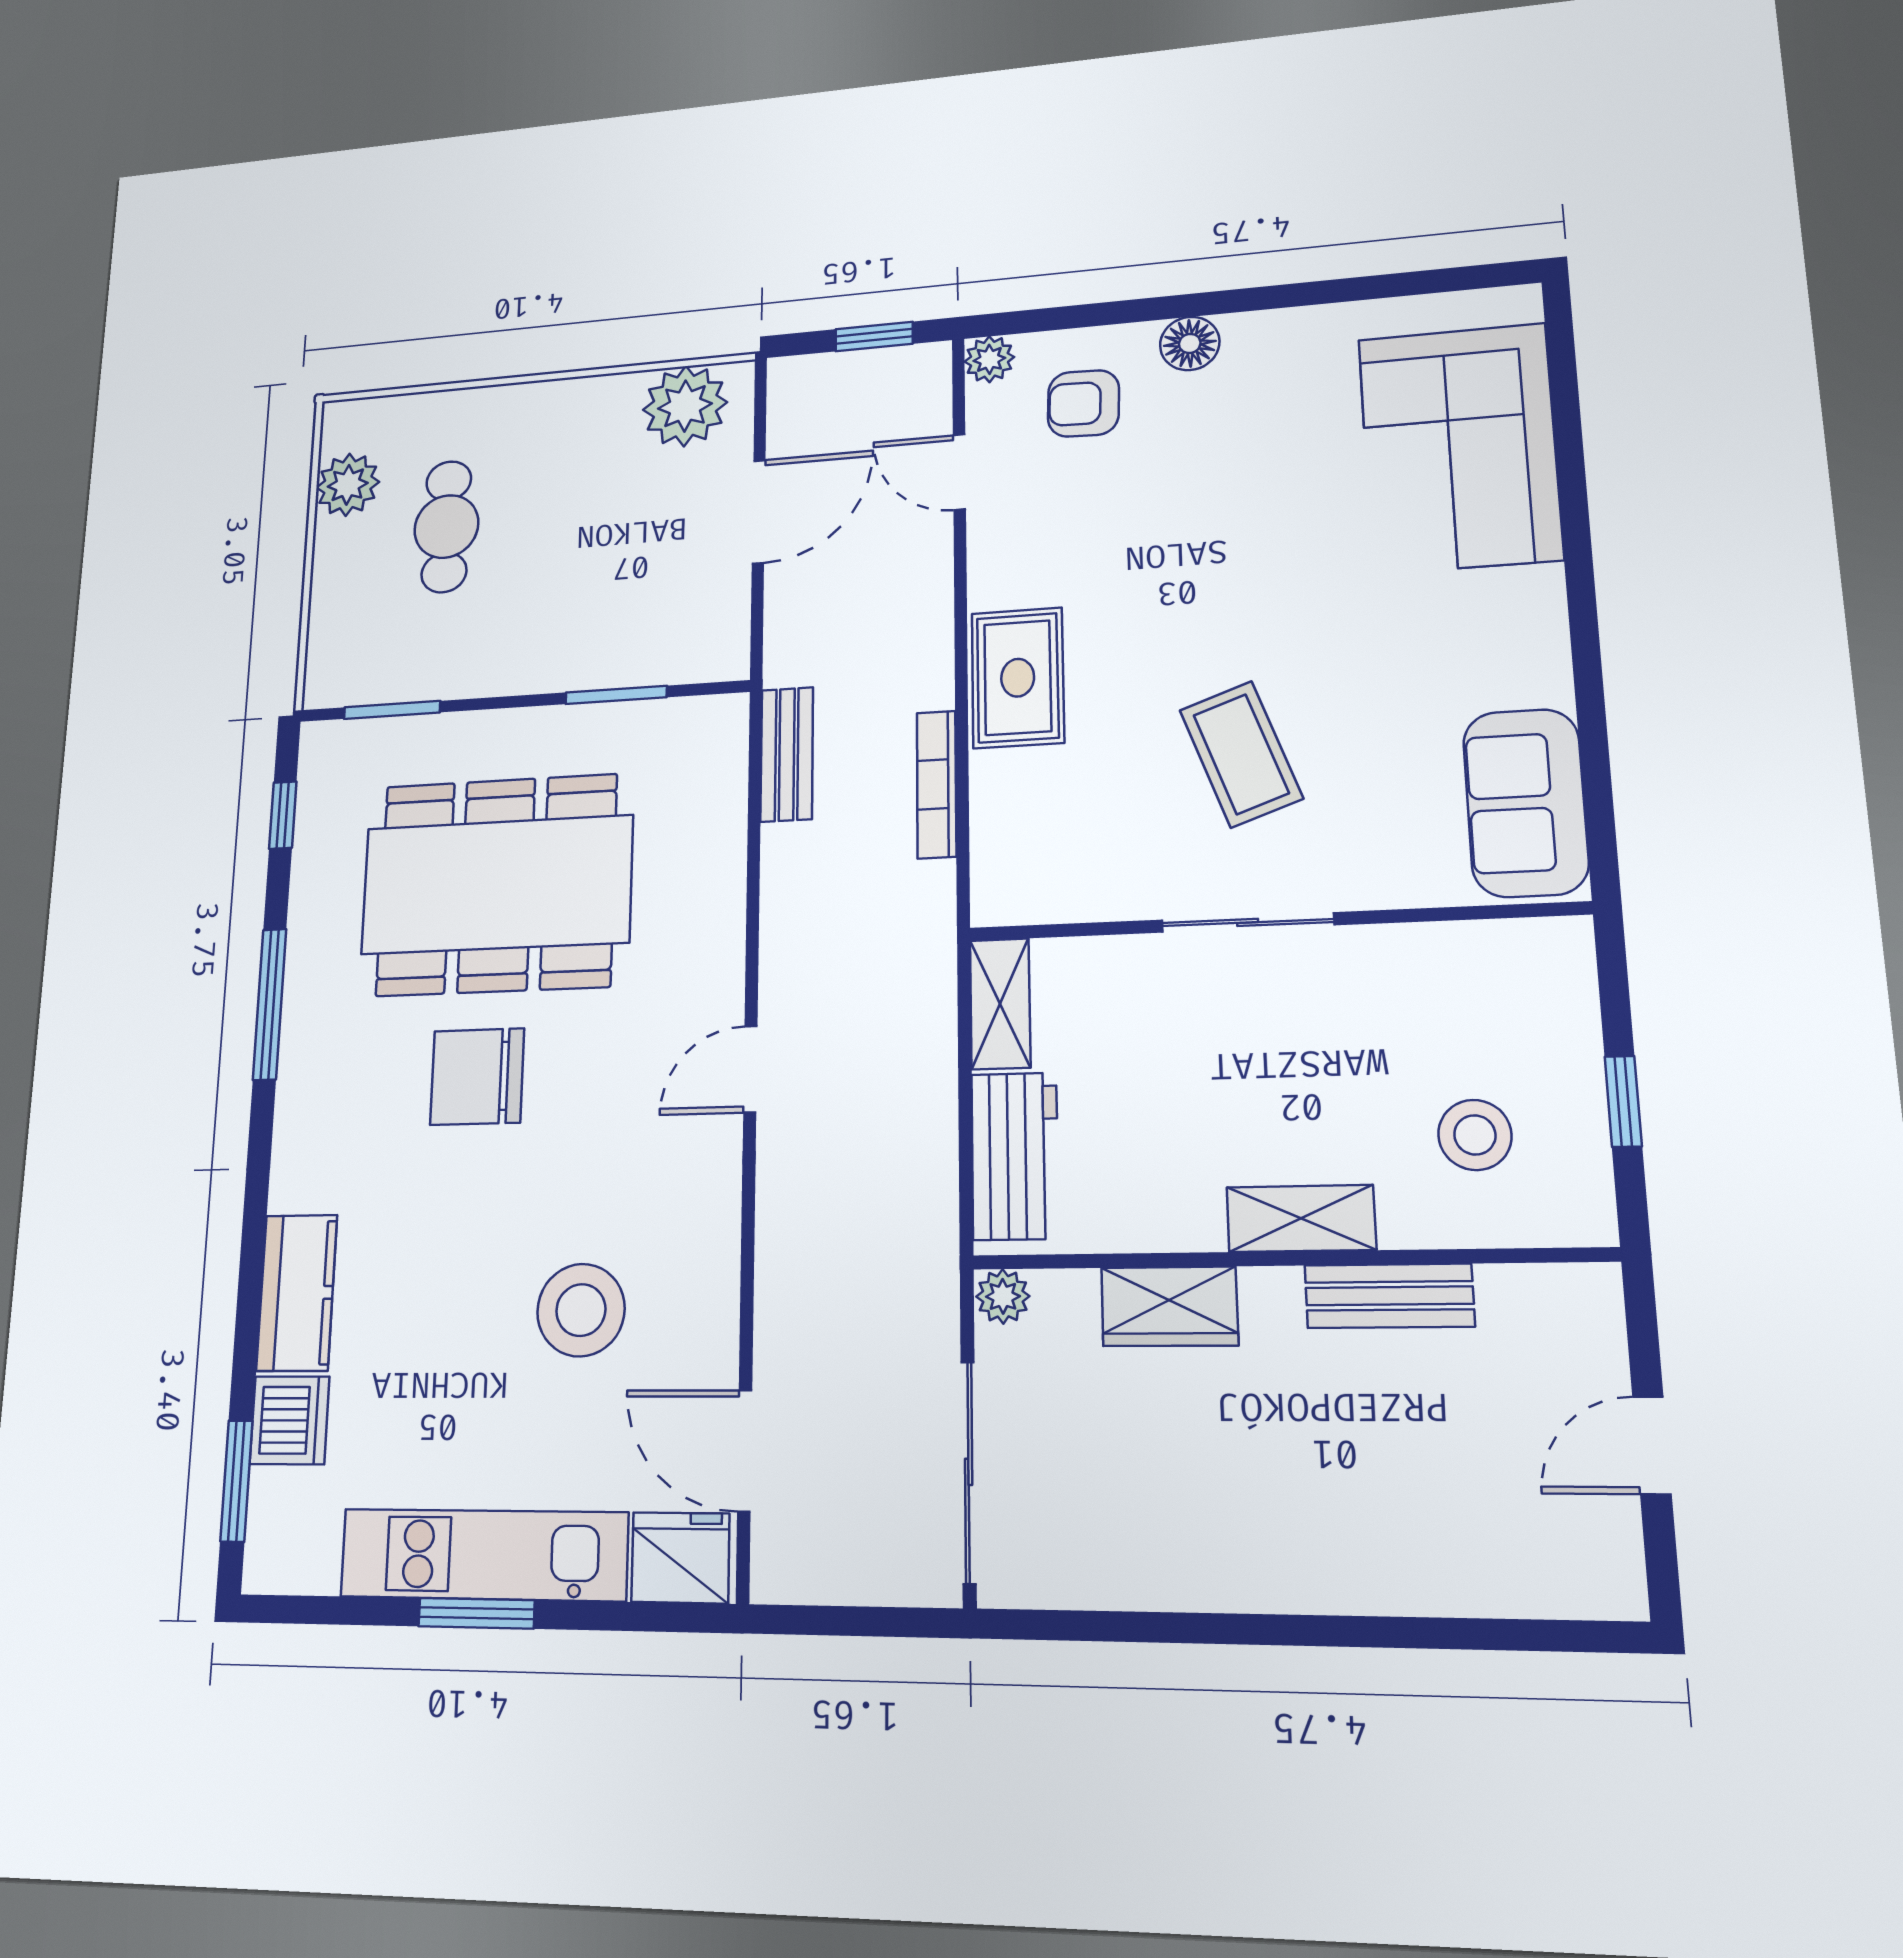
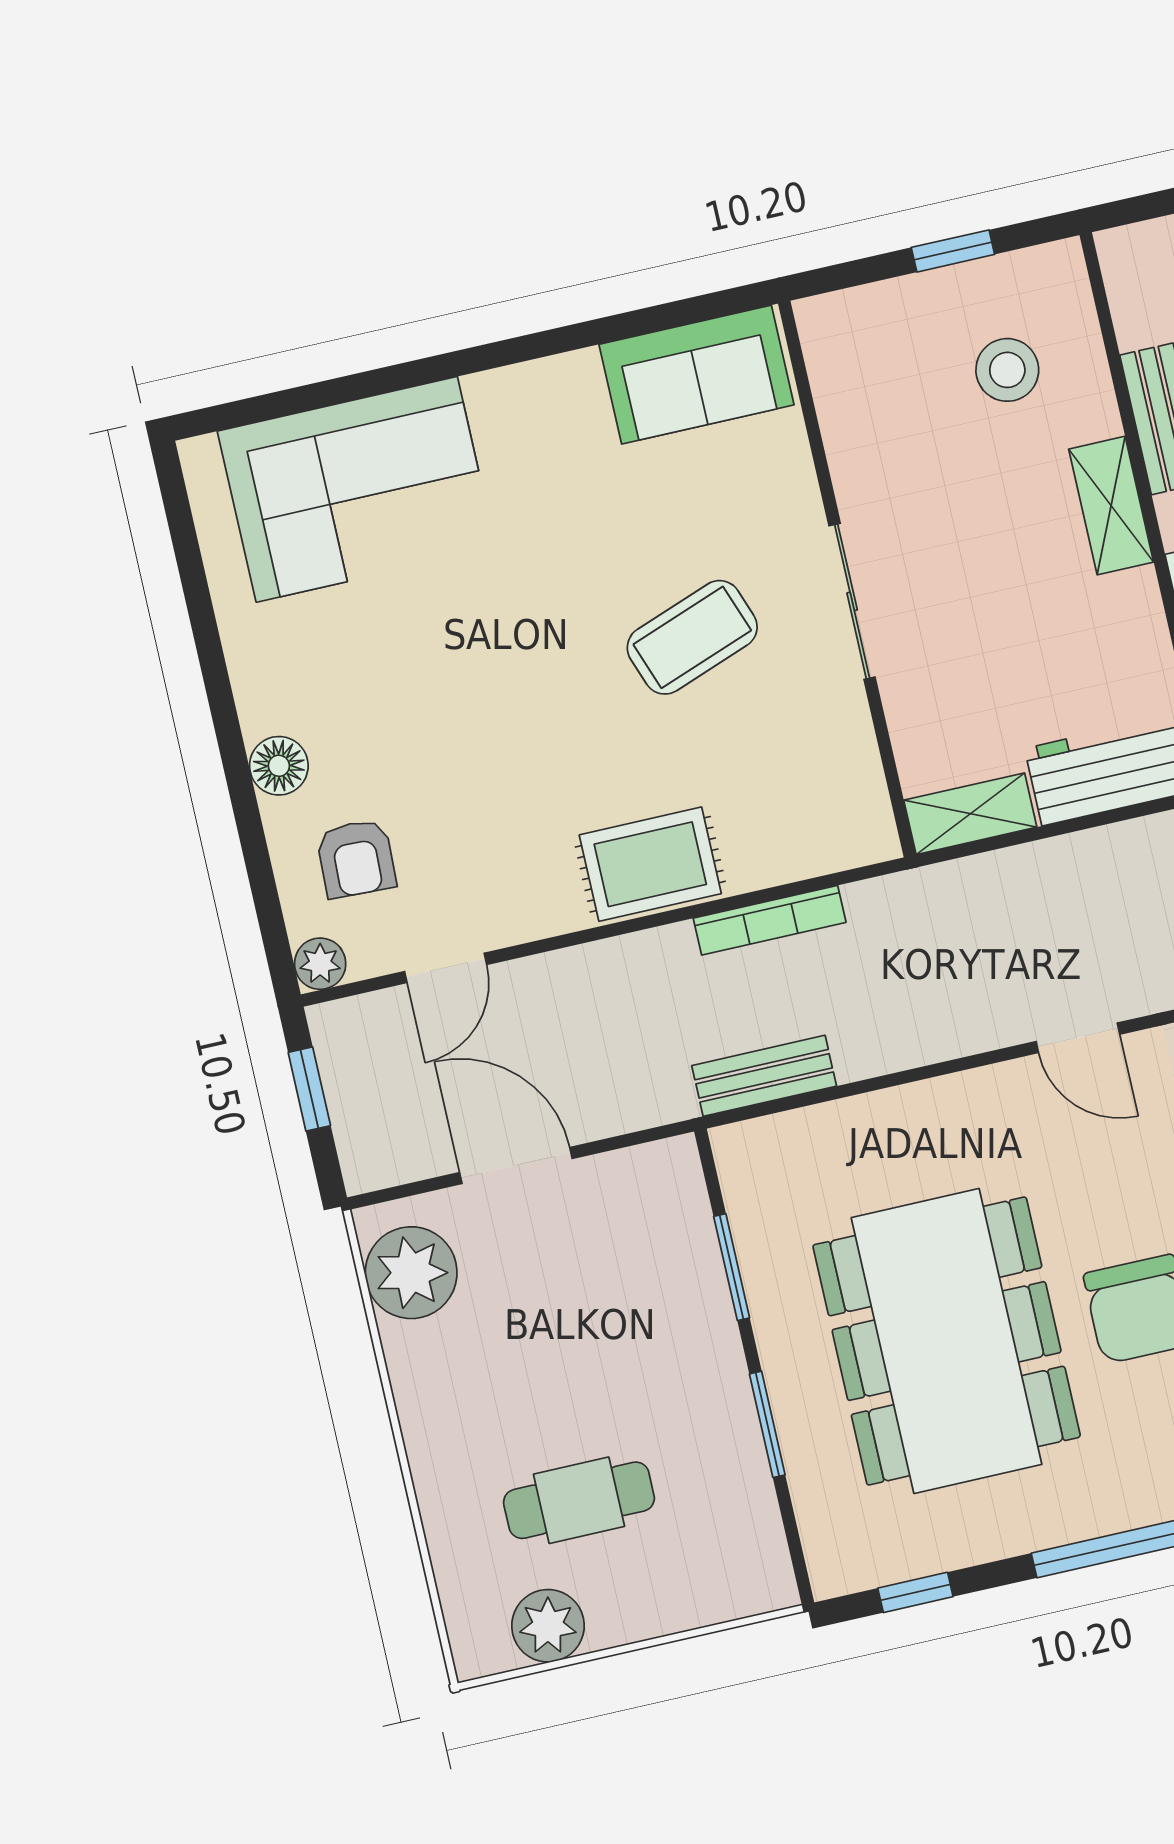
window: (392, 710) -> (767, 1424), moved

